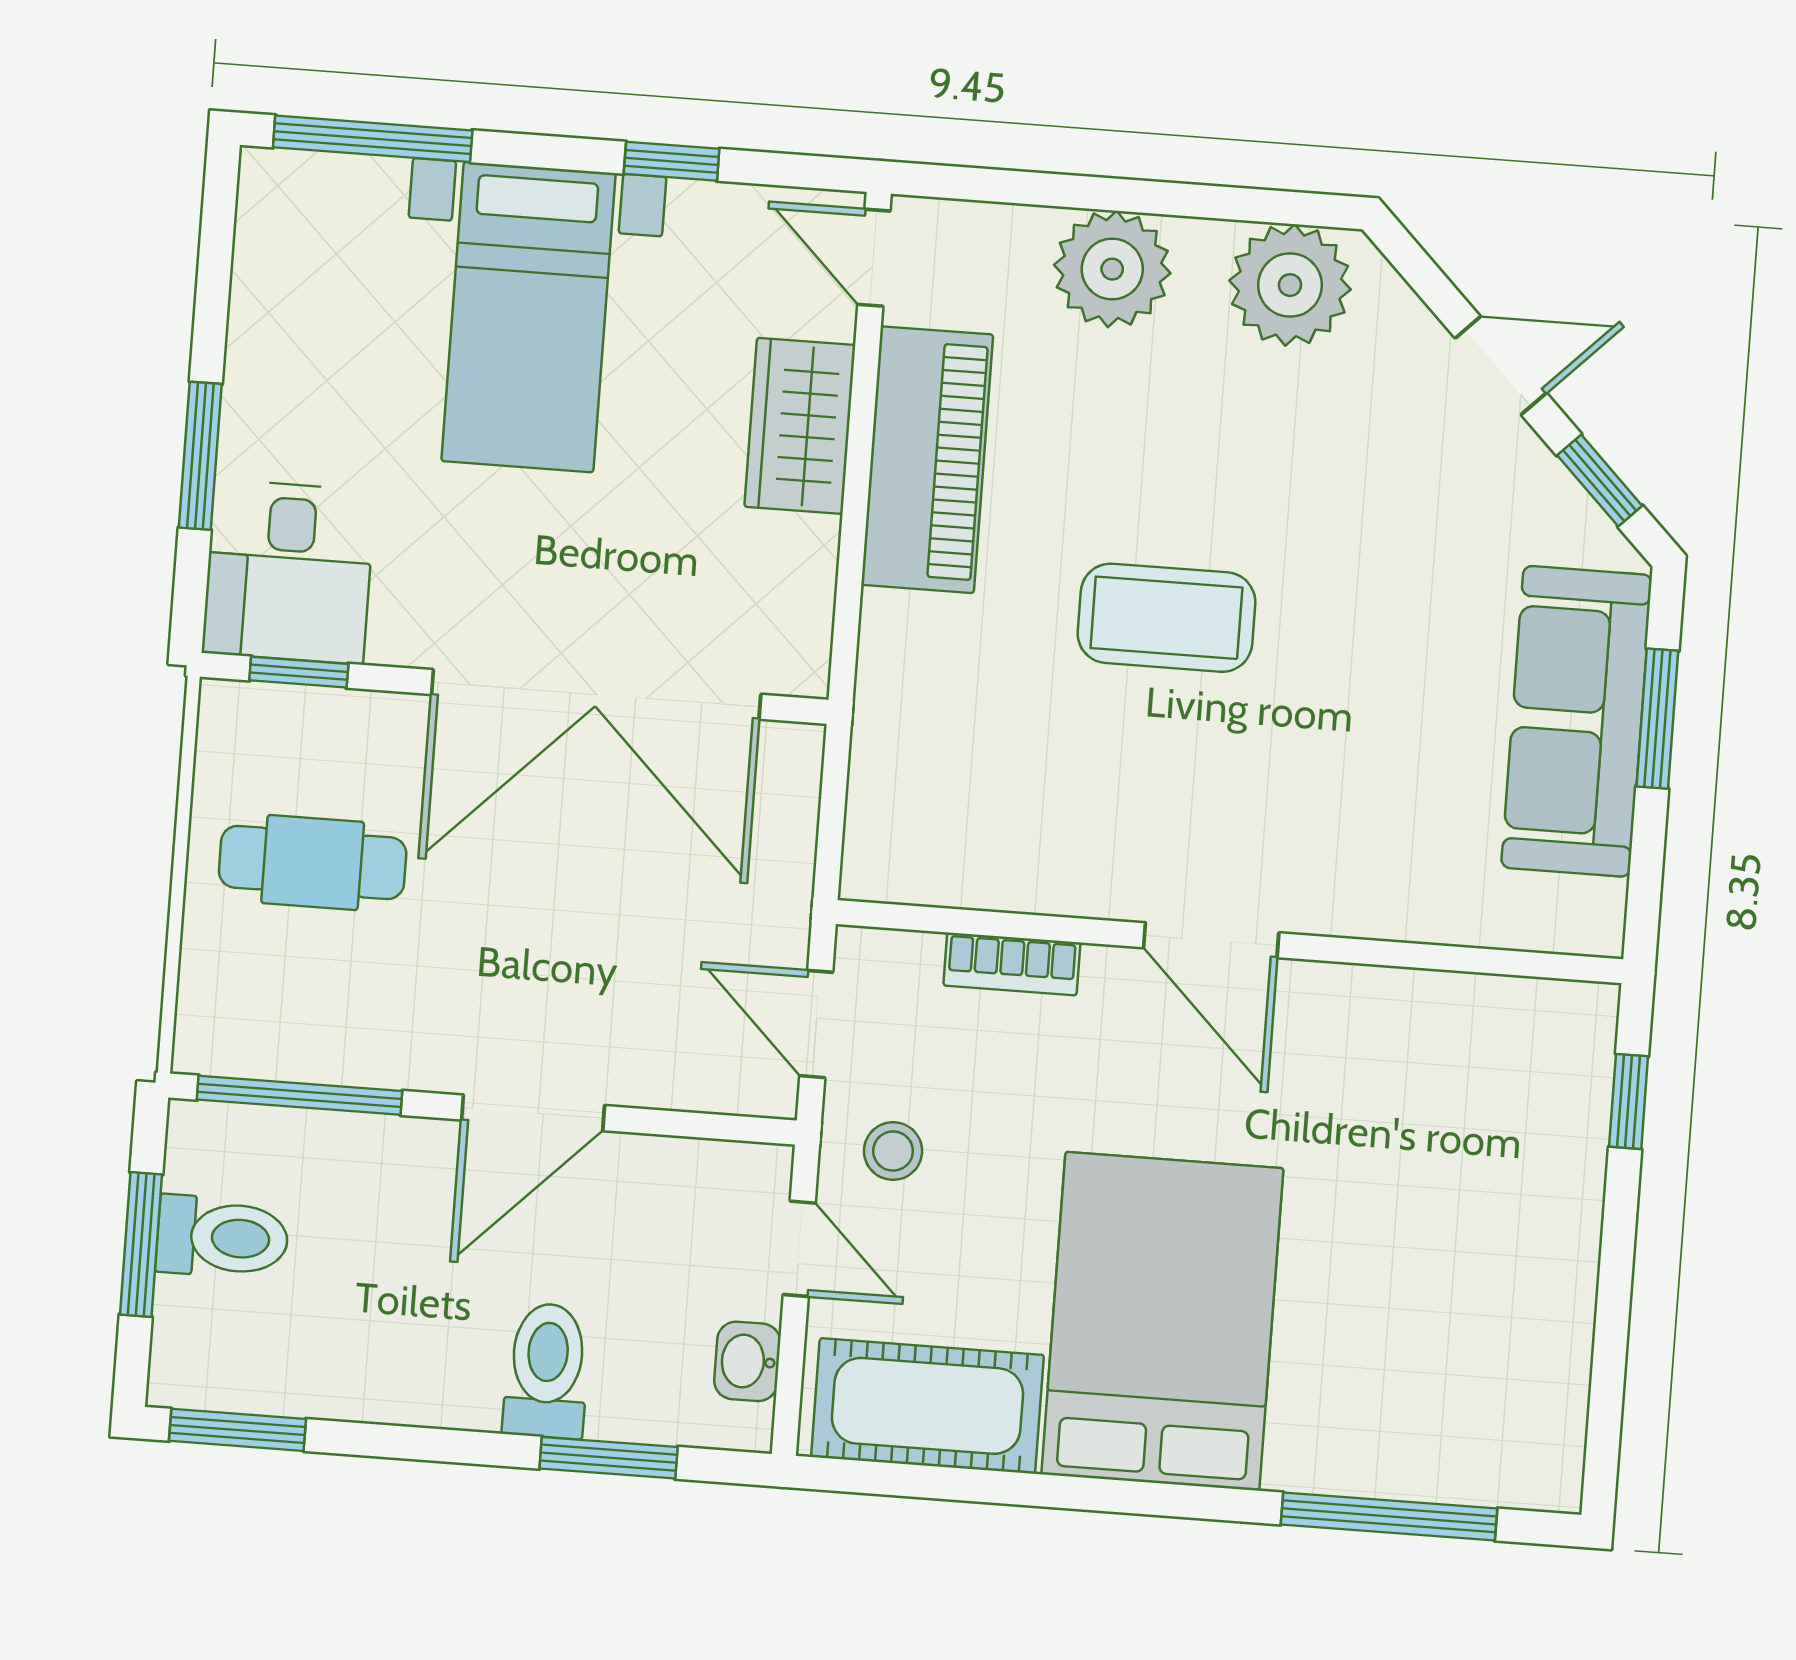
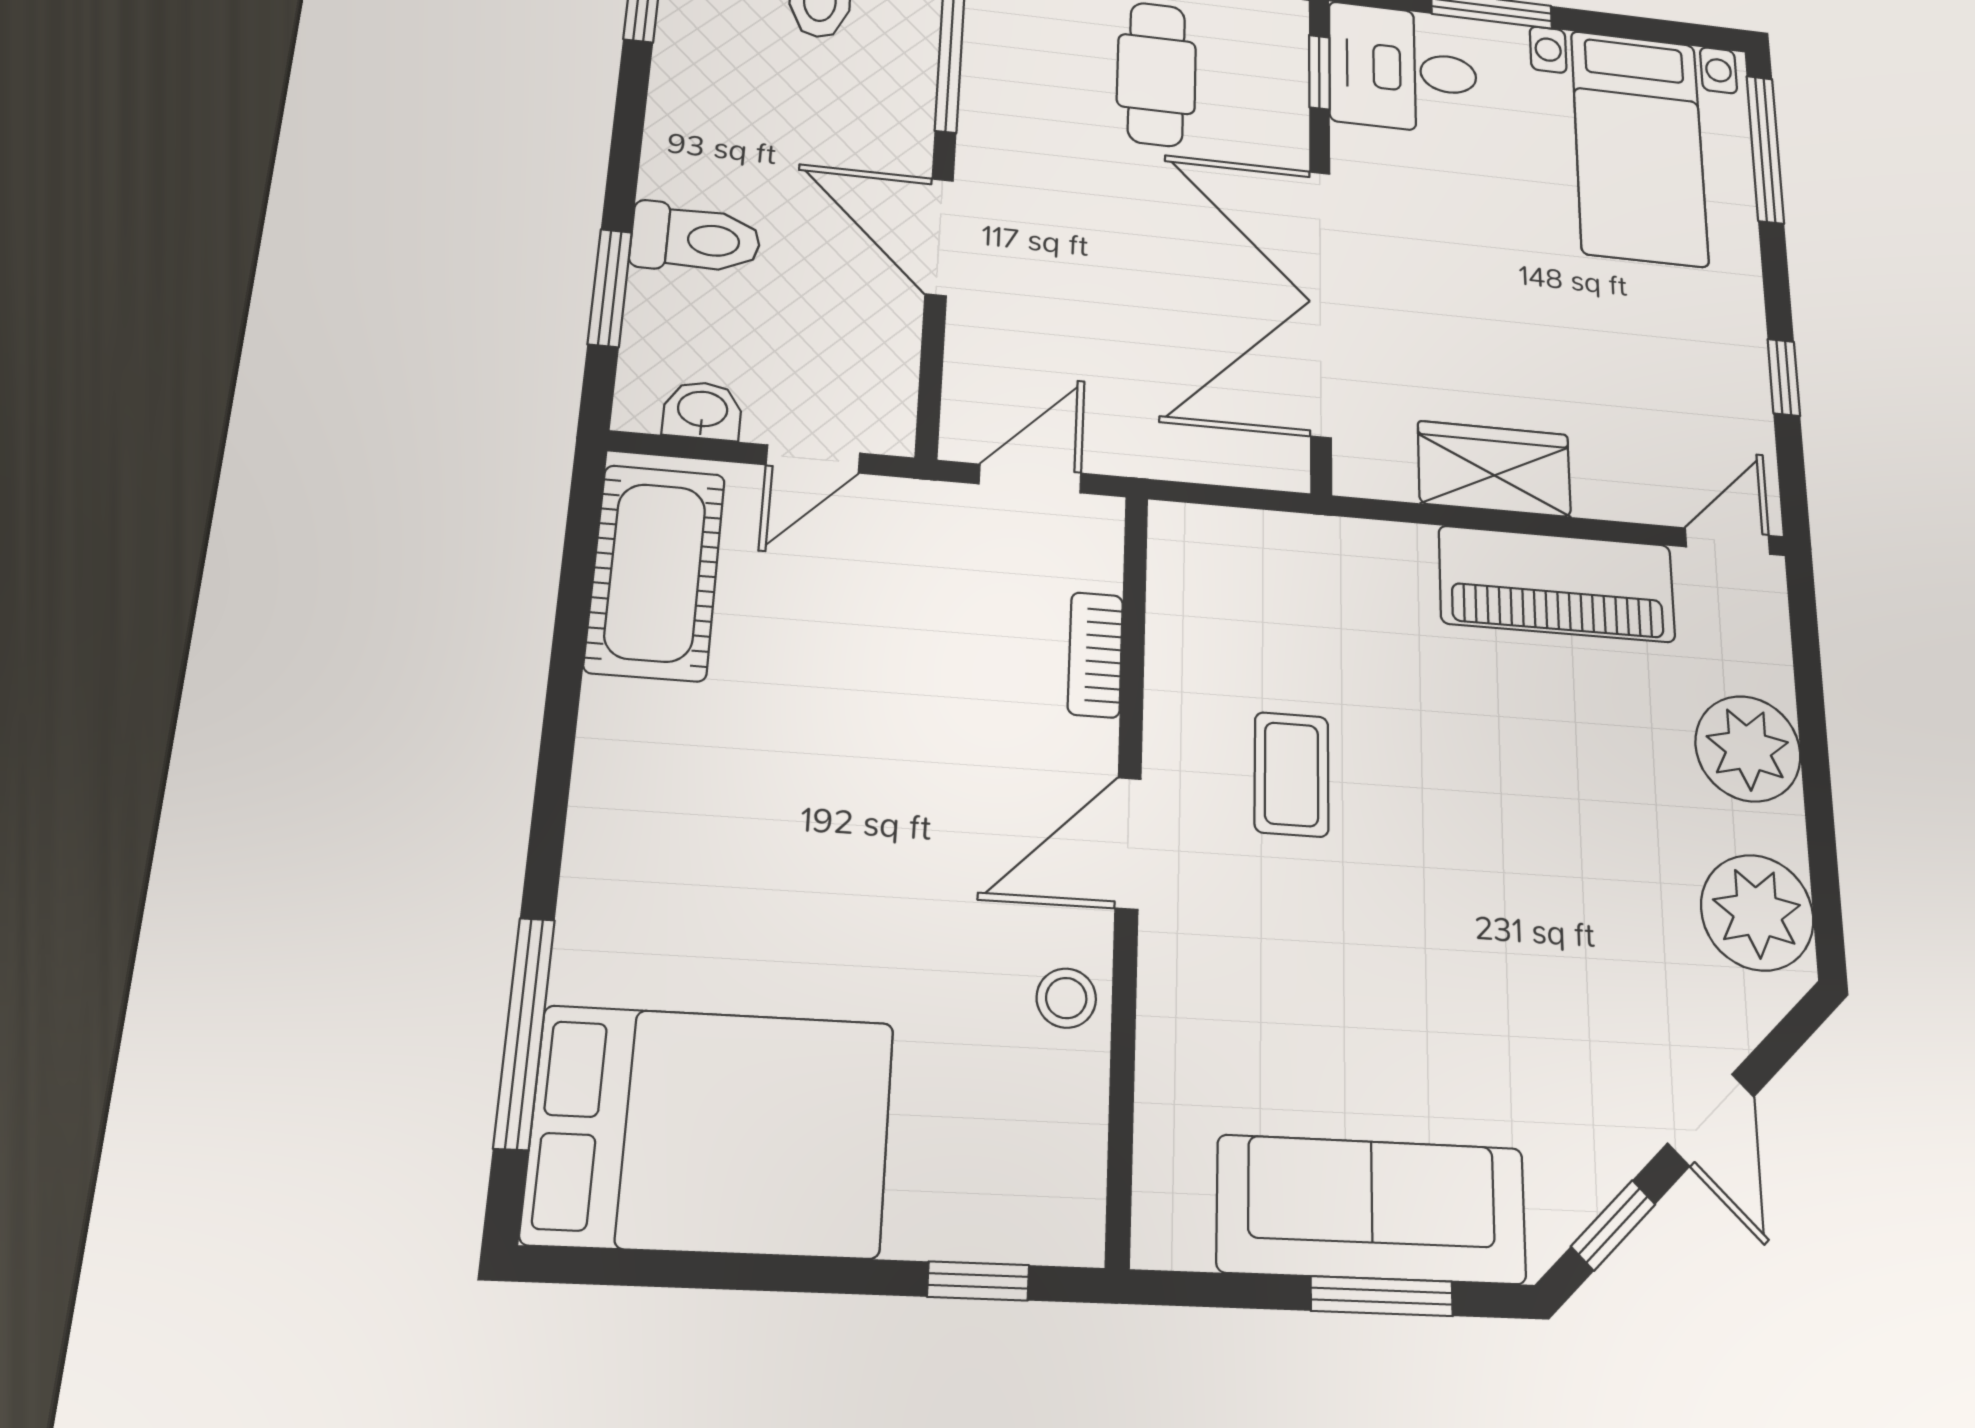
bed with nightstands: (528, 317) -> (1639, 148), moved, turned -90
wardrobe: (800, 426) -> (1494, 469), moved
coffee table: (1166, 618) -> (1292, 774), moved, width x0.73, depth x0.77
stool: (893, 1151) -> (1066, 998), moved
bed: (1162, 1321) -> (711, 1131), moved

